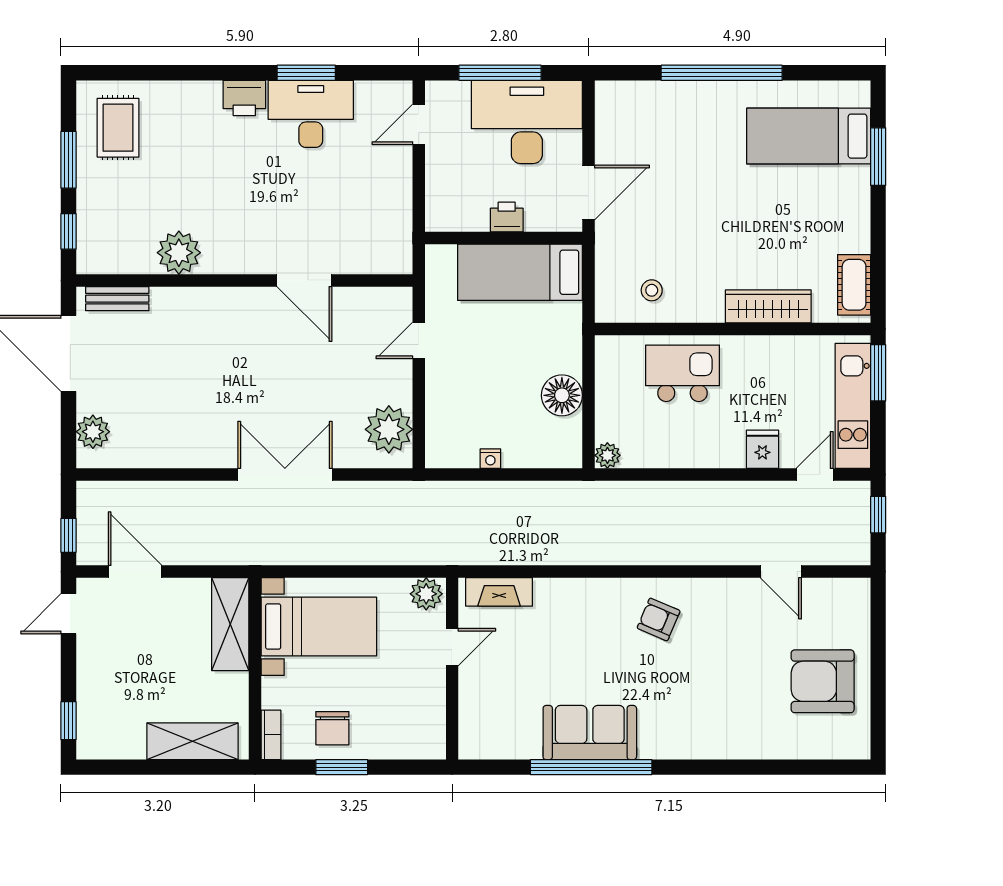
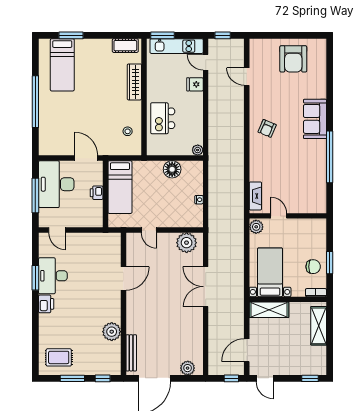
bench: (117, 299) -> (131, 353), width x1.36
door: (781, 572) -> (247, 77), swing flipped
sofa: (590, 733) -> (315, 119), moved

